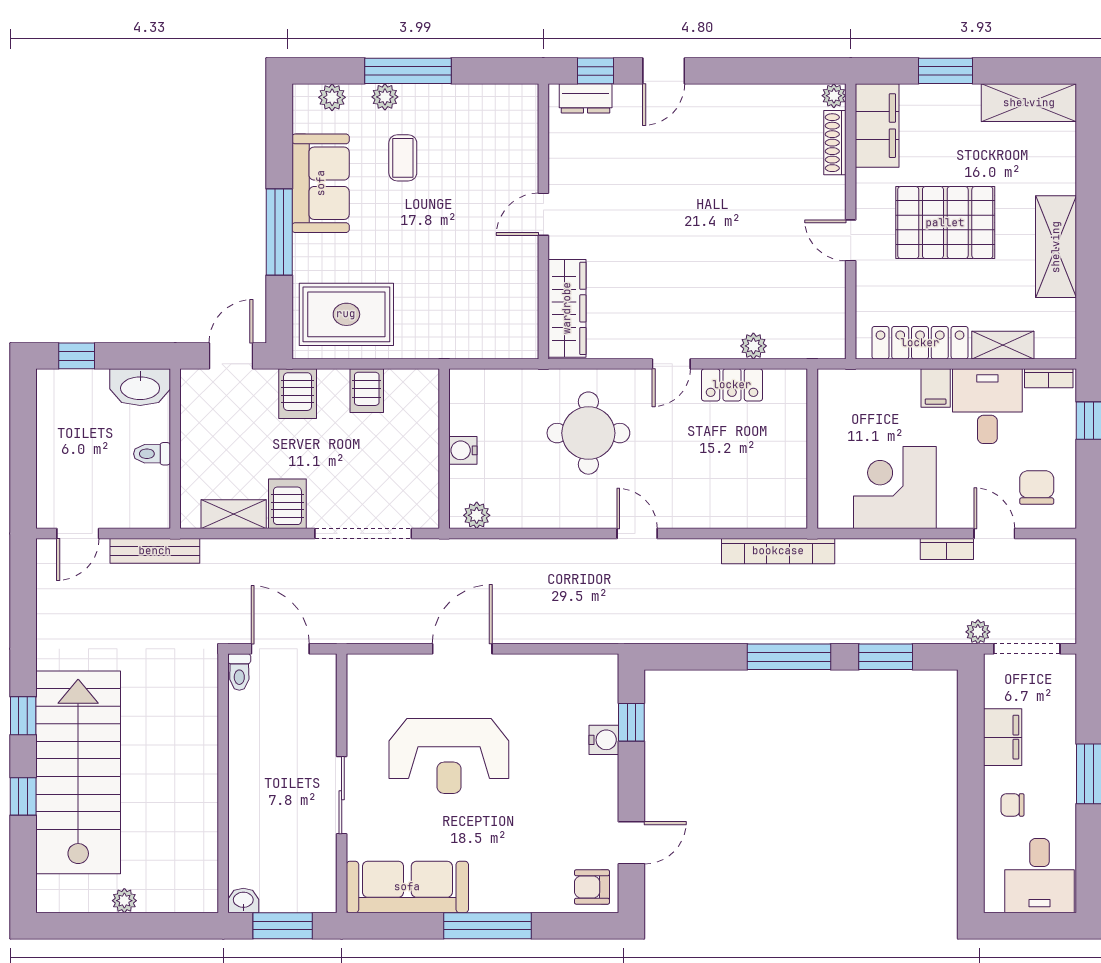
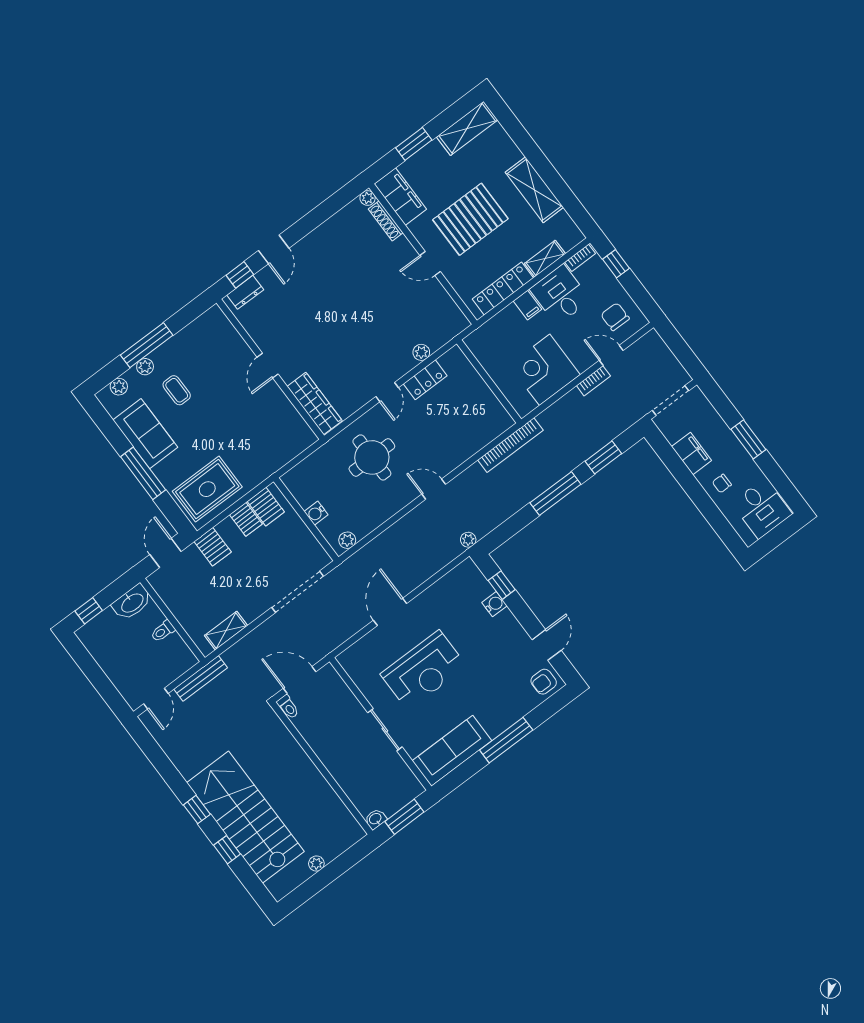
server rack: (287, 504) -> (266, 507), moved, turned 180
plant: (978, 632) -> (468, 540), moved

